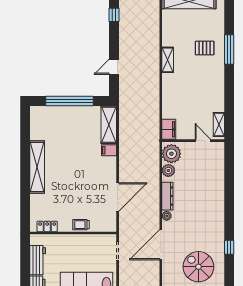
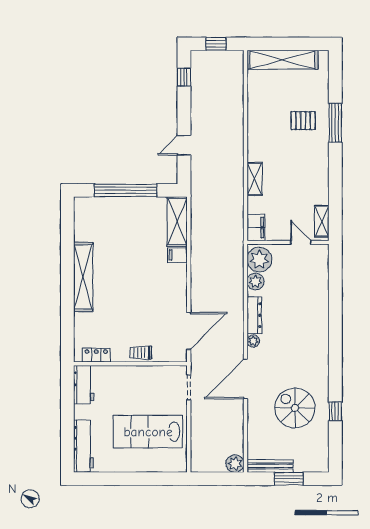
shelving: (168, 60) -> (255, 179), moved
door: (118, 197) -> (189, 331), moved
window: (229, 247) -> (335, 411), moved
workbench: (38, 260) -> (84, 385), moved

